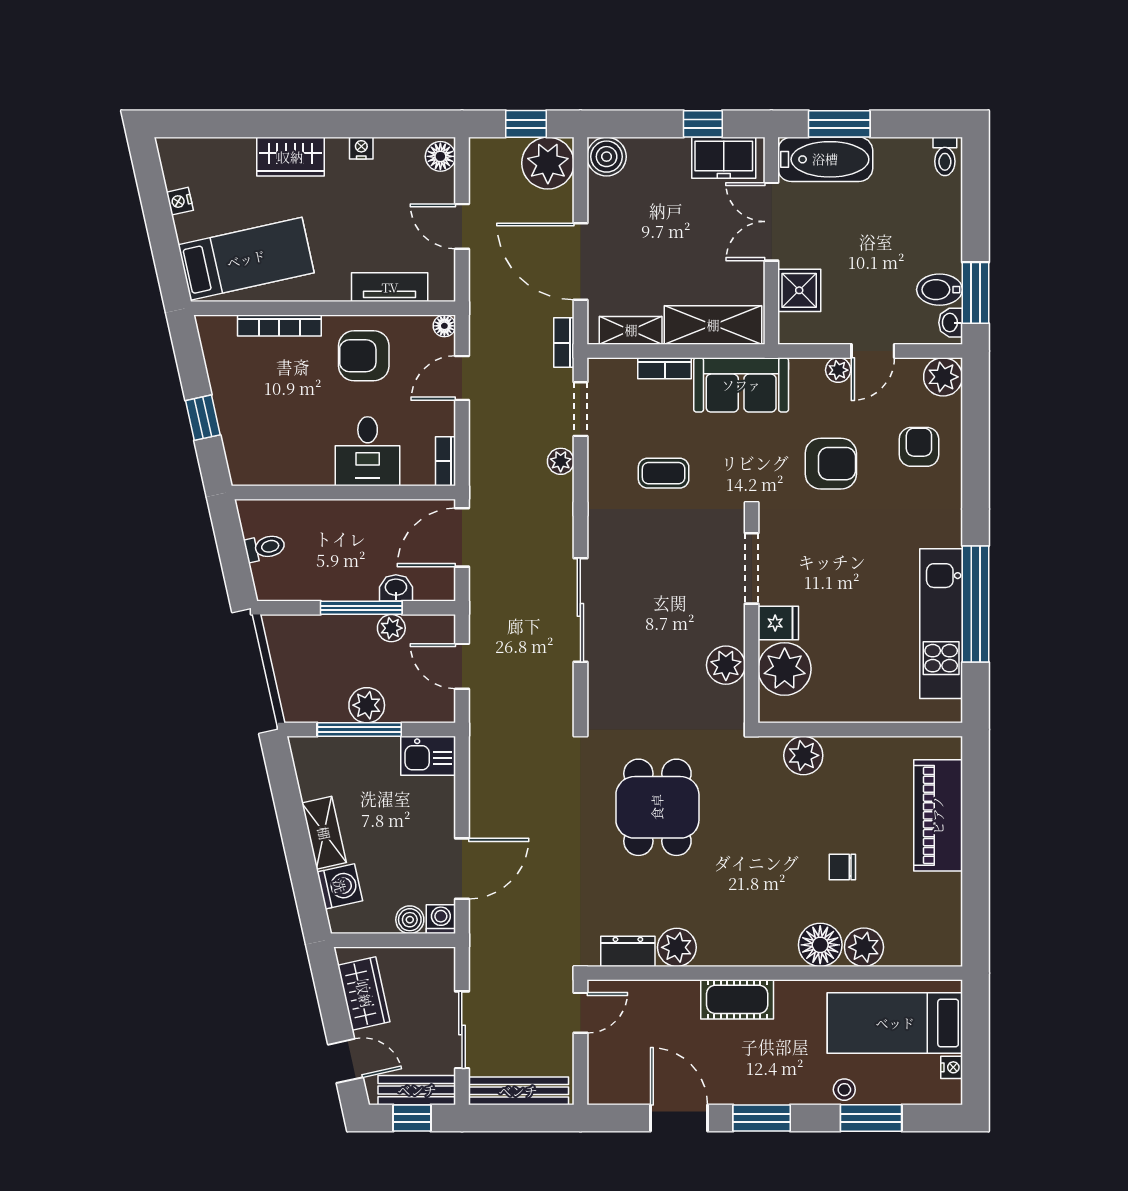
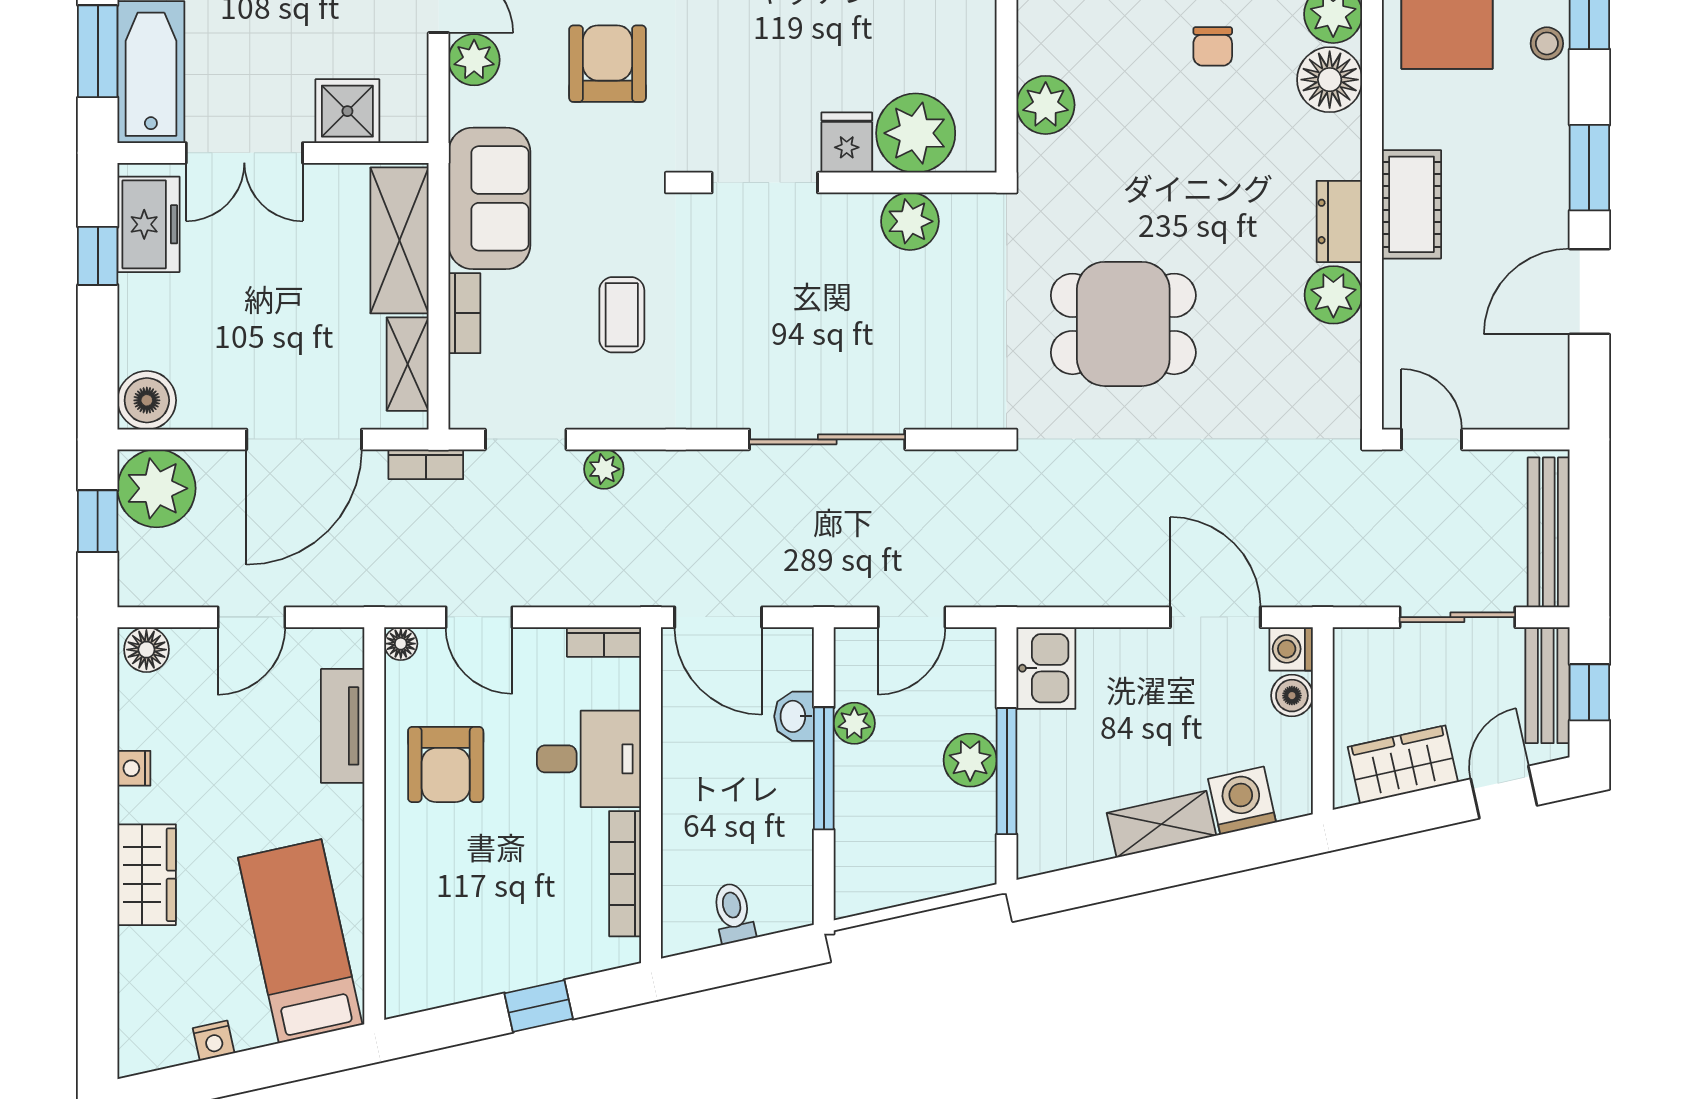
bookcase: (279, 325) -> (625, 874), moved, turned 180
plant: (838, 370) -> (474, 60), width x1.38, depth x1.38
dresser: (628, 951) -> (1339, 221), moved

